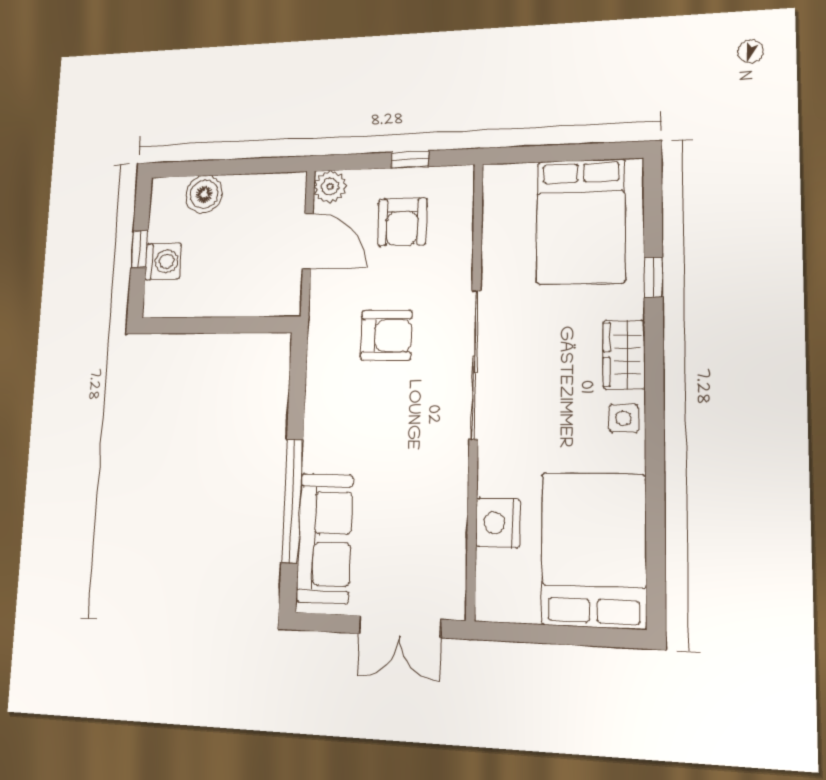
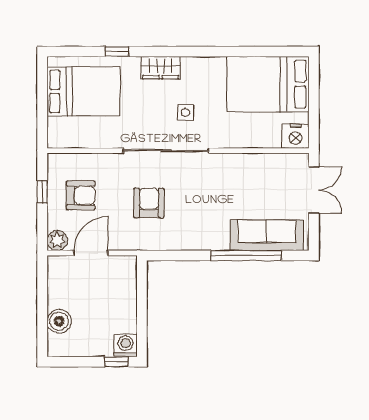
window: (140, 249) -> (116, 362), moved
washing machine: (163, 261) -> (126, 345), moved
side table: (623, 418) -> (186, 112), moved
nightstand: (498, 523) -> (295, 136), moved

